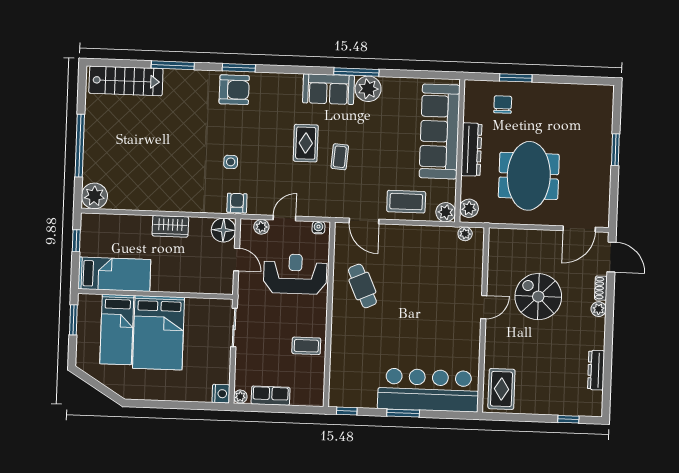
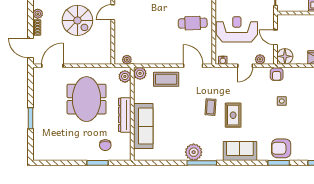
sofa: (328, 89) -> (240, 151), moved
sofa: (440, 131) -> (143, 126), width x0.74, depth x0.79
reception desk: (295, 274) -> (237, 29), turned 180
cafe table: (362, 286) -> (193, 23), turned -68

